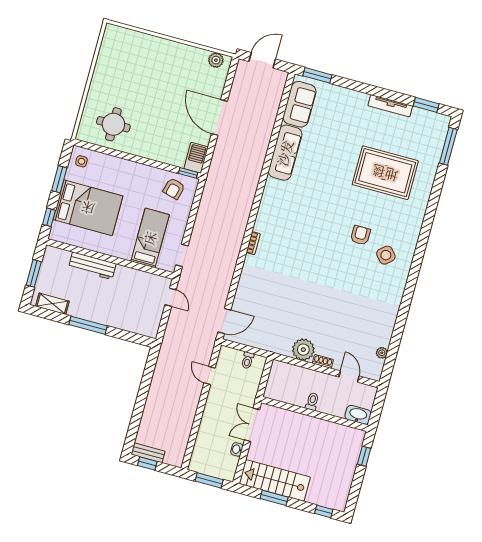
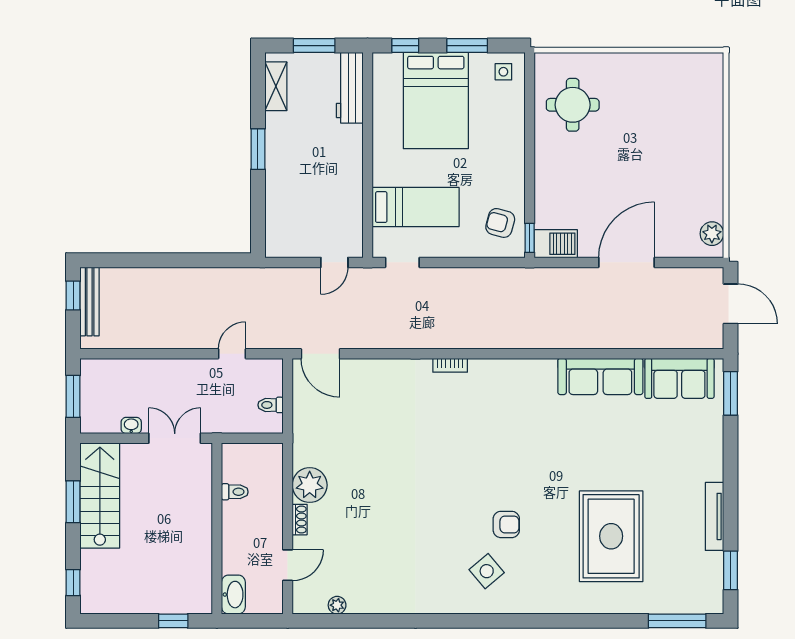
workbench: (92, 266) -> (350, 88), moved
window: (88, 325) -> (258, 149), width x0.69
toilet: (312, 401) -> (235, 492), moved
bench: (148, 453) -> (90, 301), width x1.36

